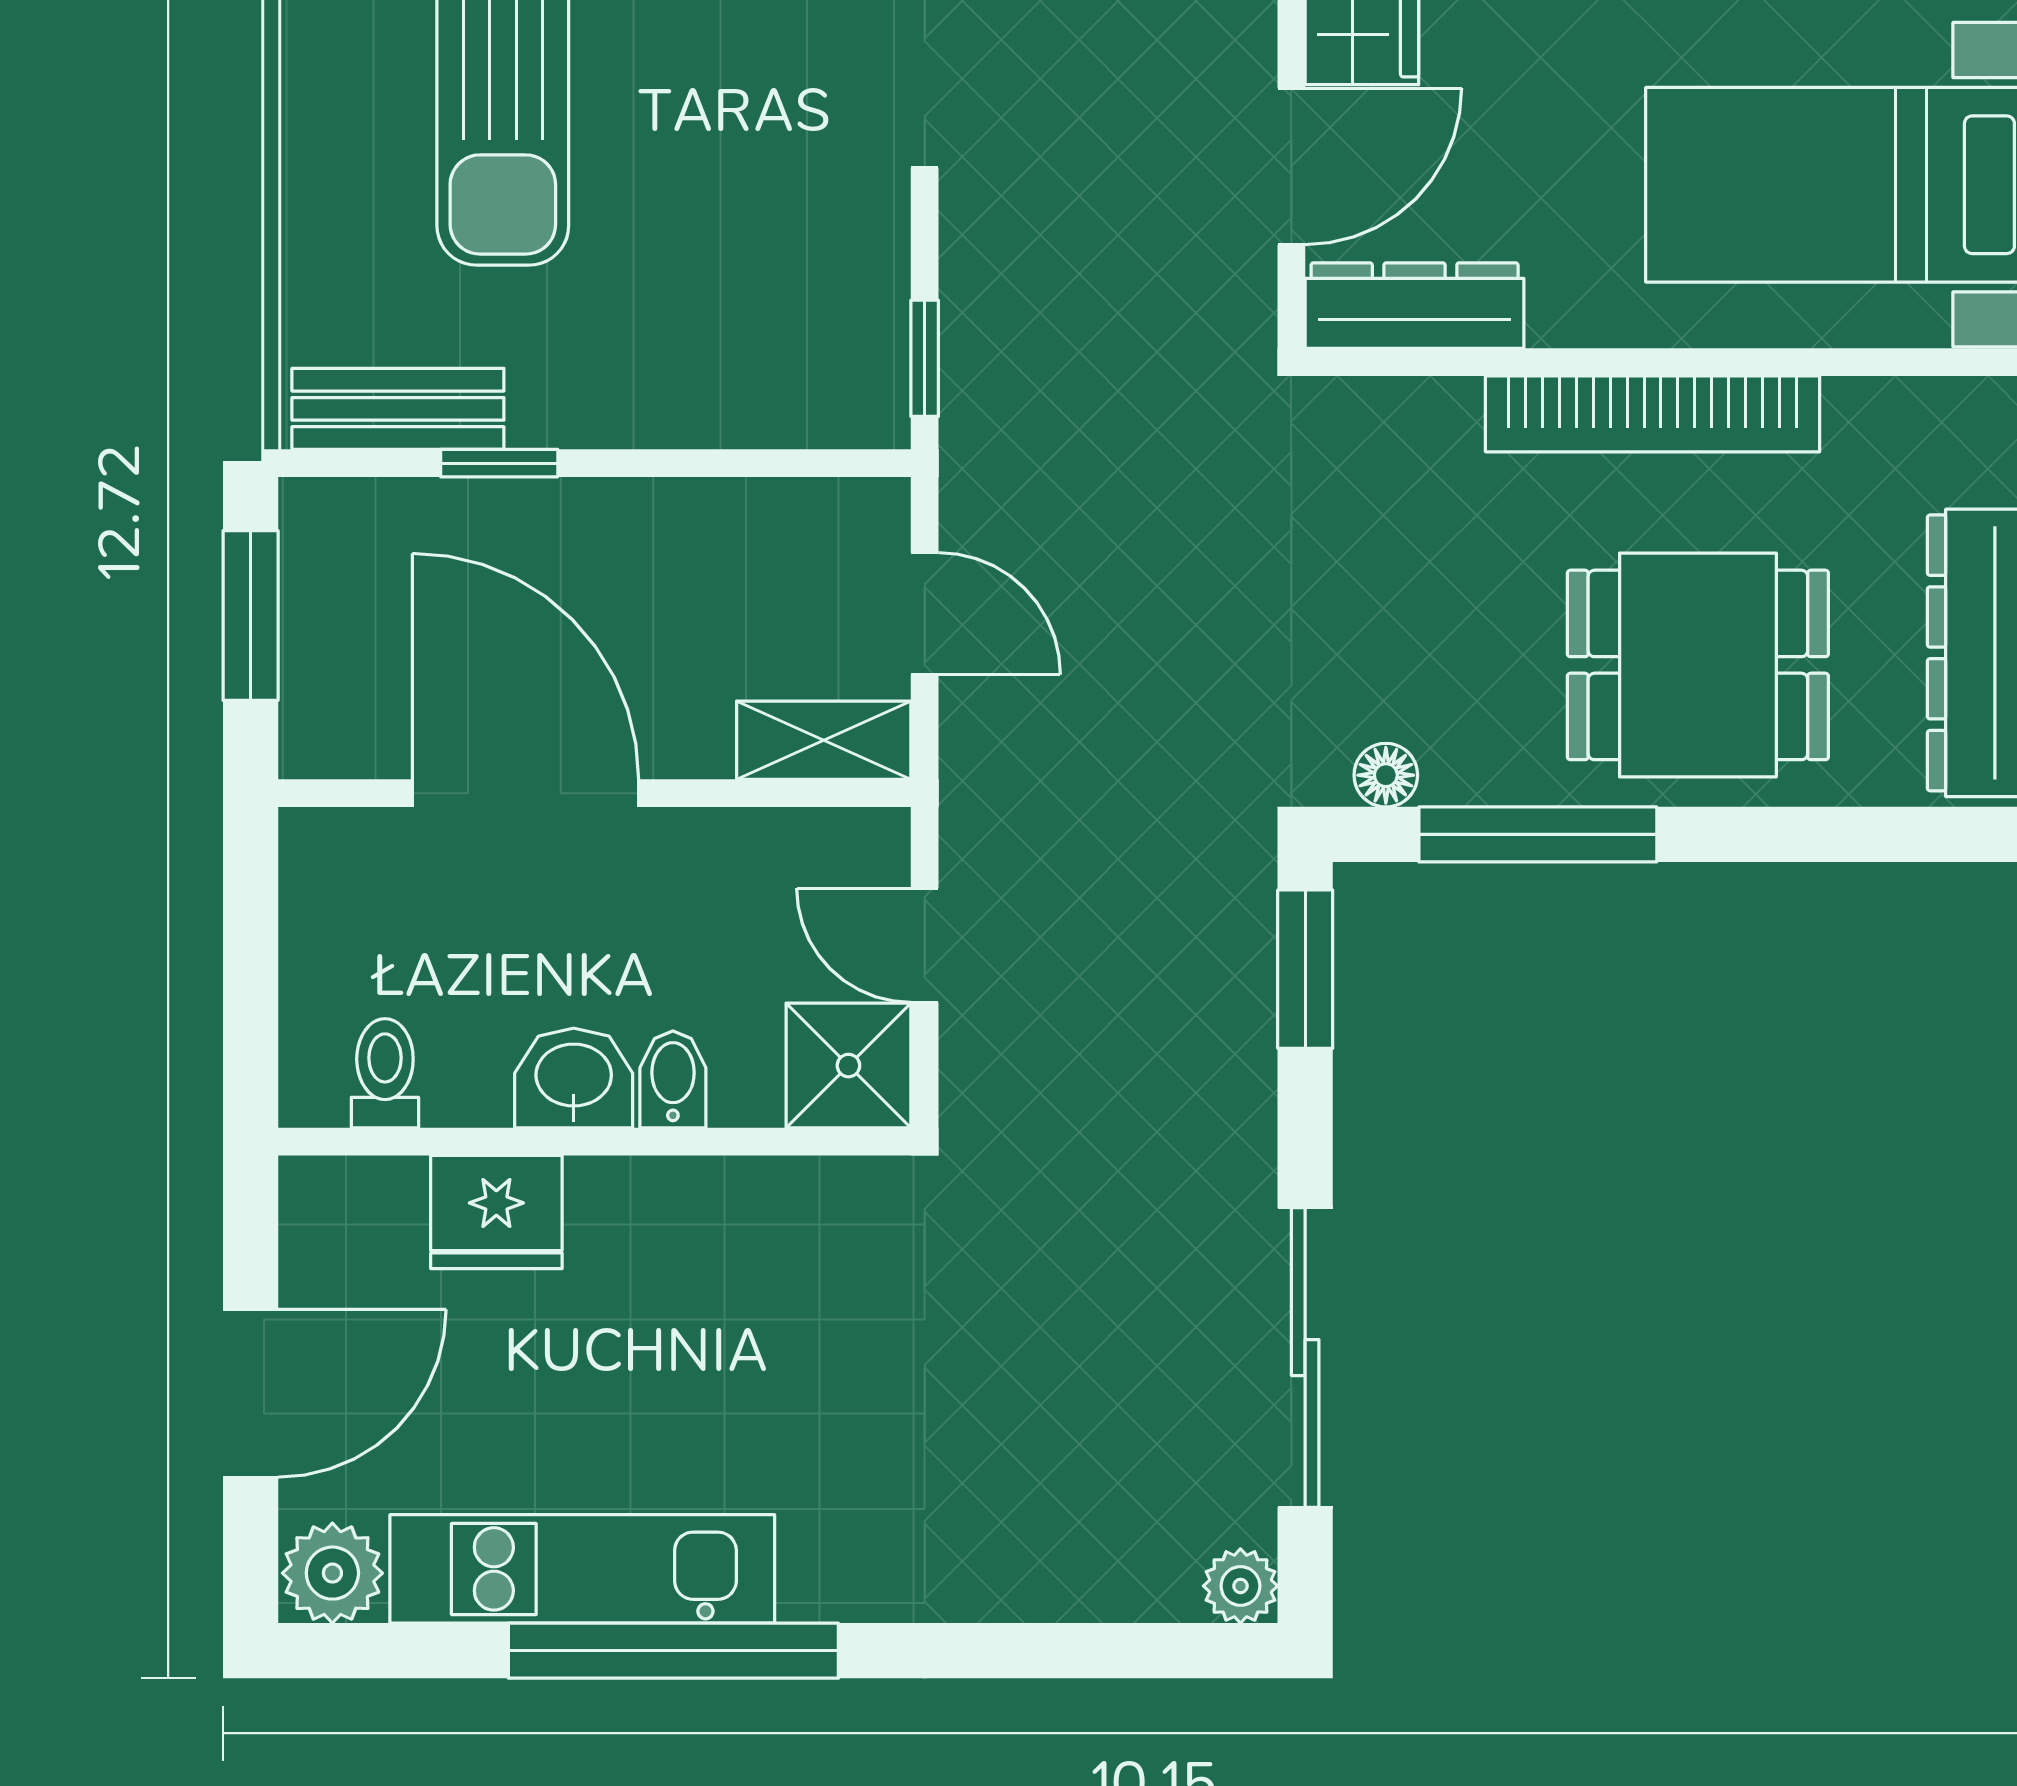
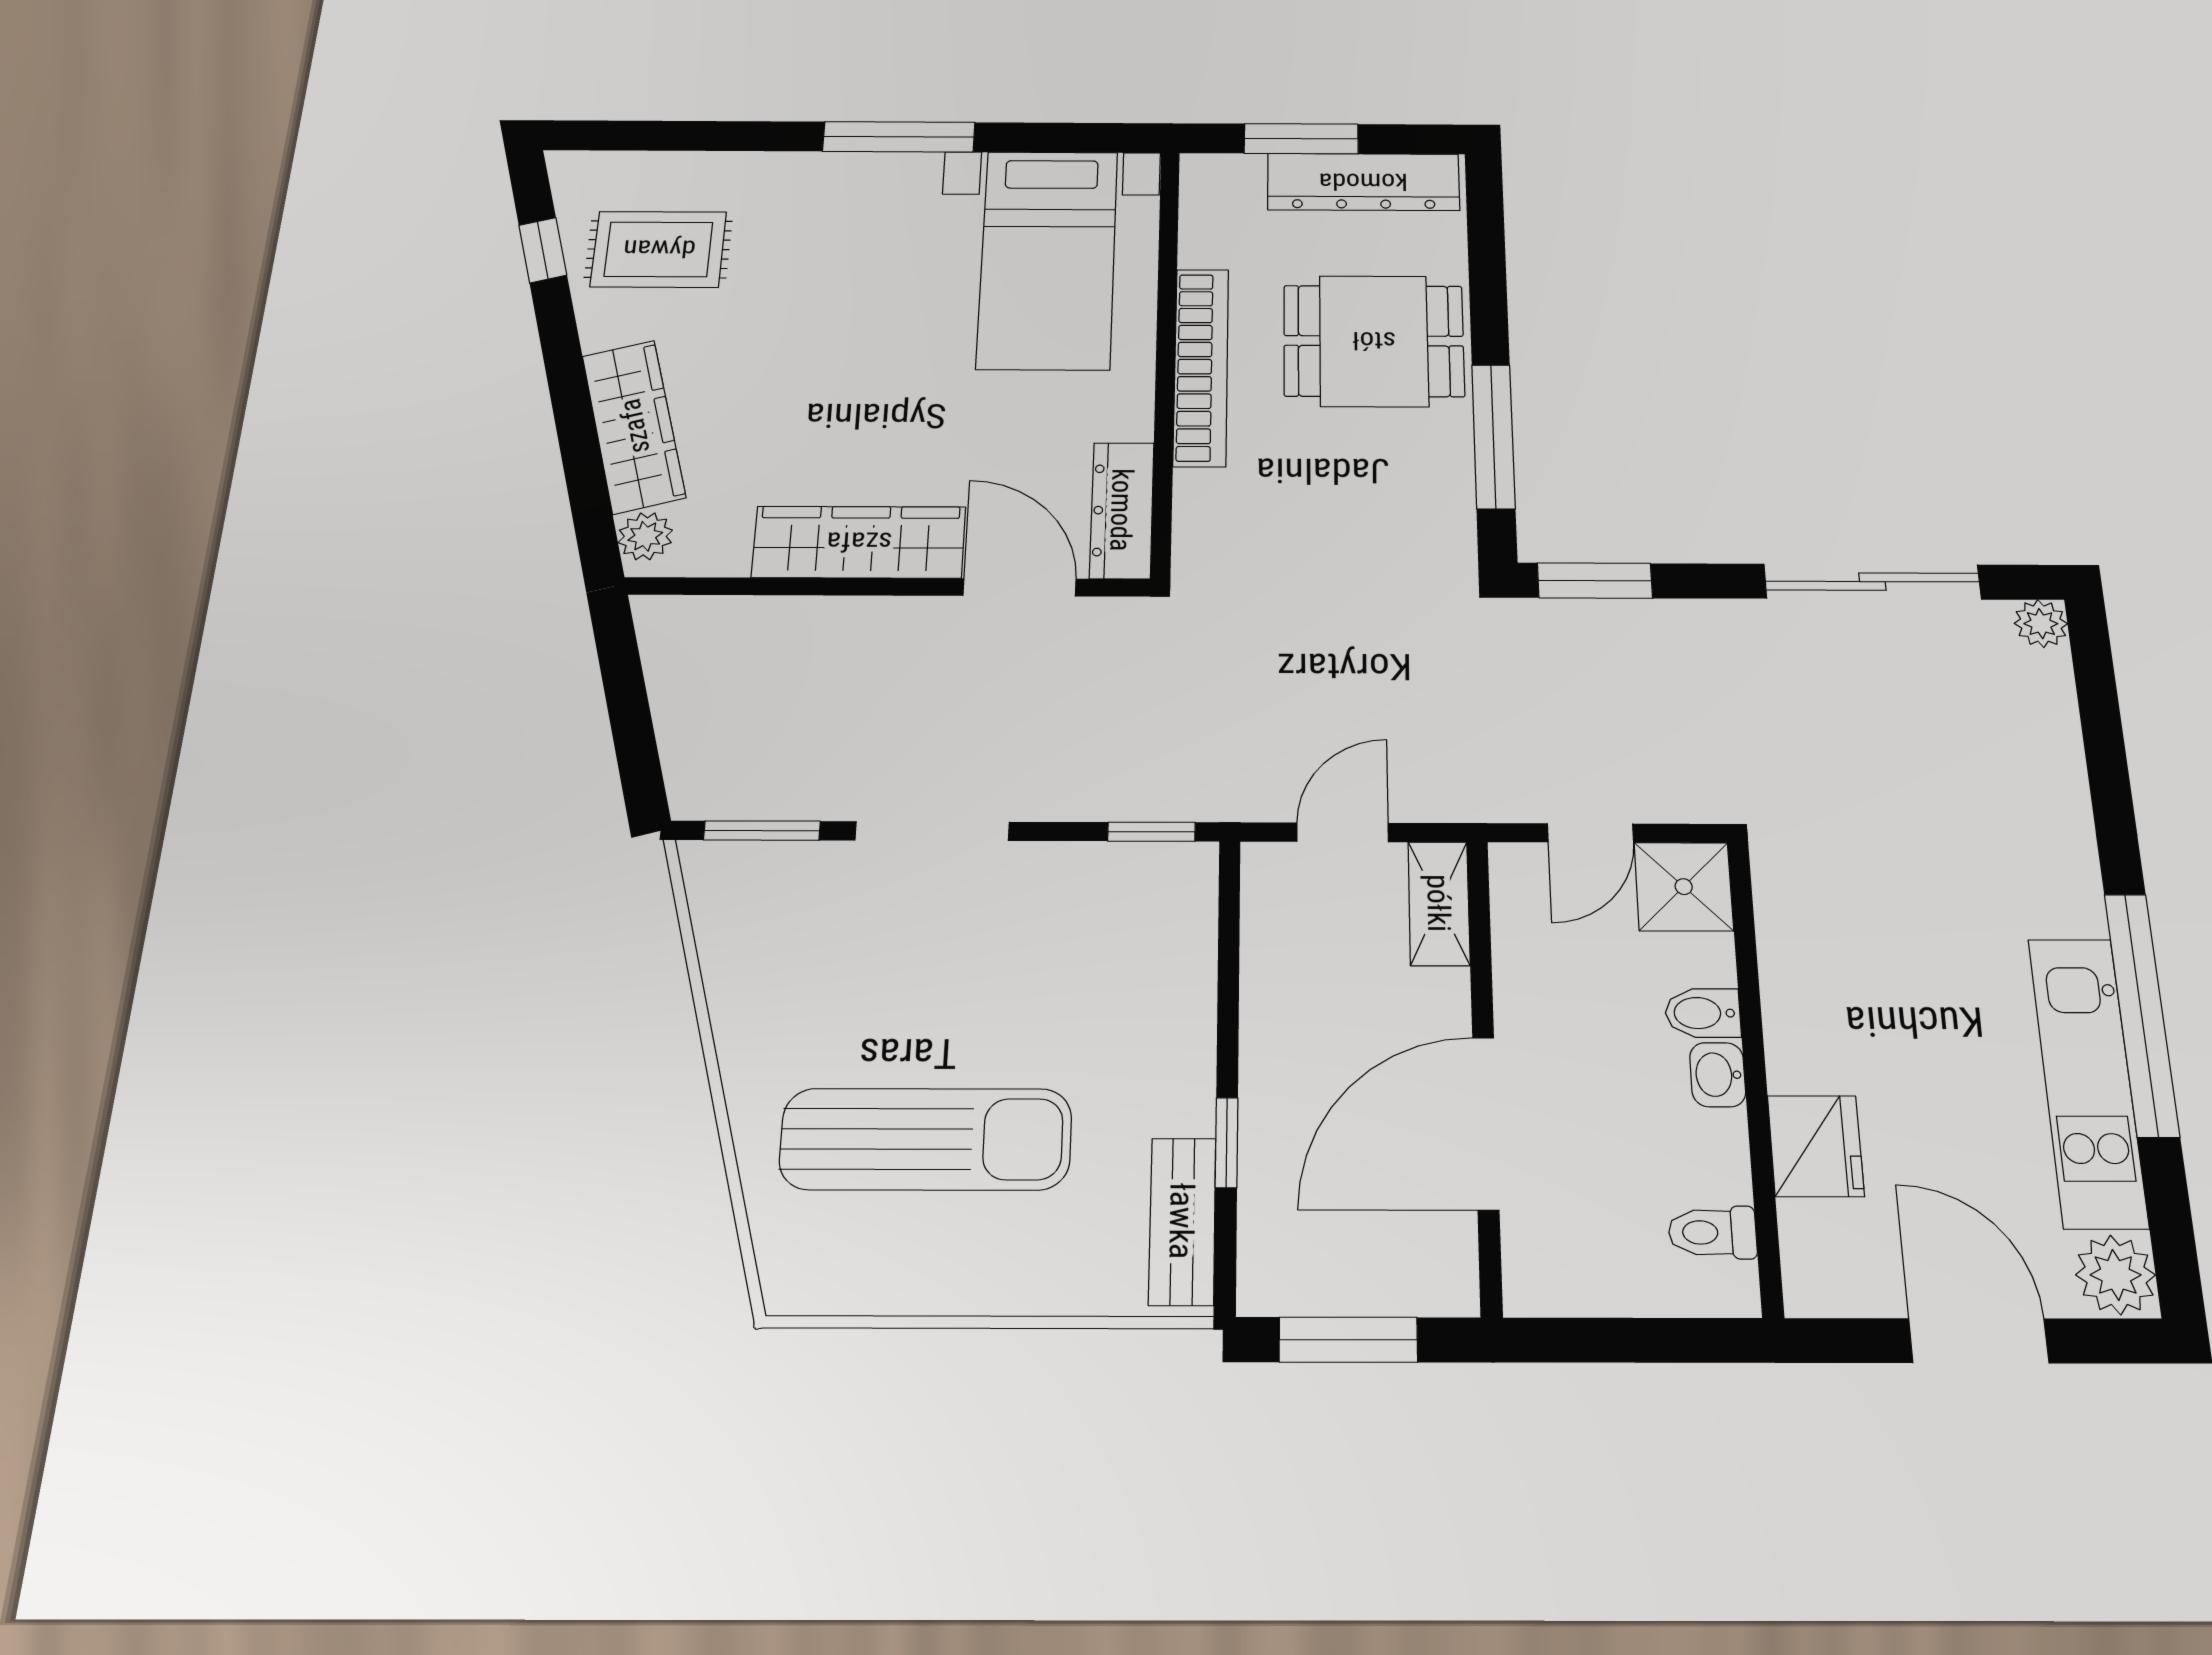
dining table: (1698, 665) -> (1374, 341), turned 90
floor lamp: (1386, 775) -> (1455, 529), removed
washbasin: (574, 1078) -> (1718, 1075), width x0.72, depth x0.69

